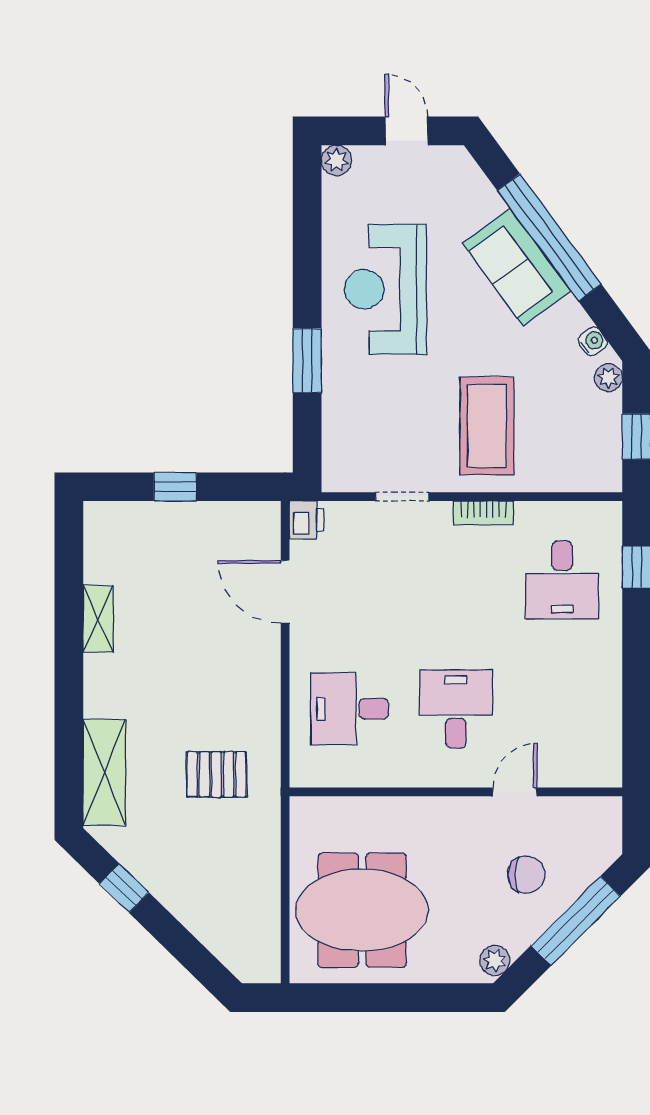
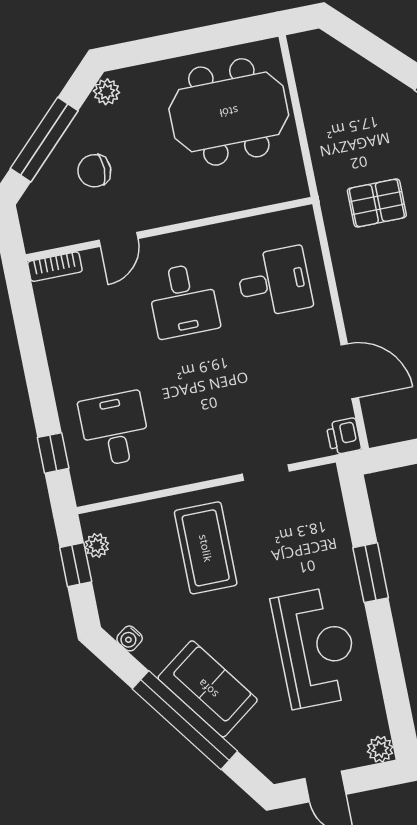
plant: (608, 378) -> (97, 545), moved
bookcase: (483, 513) -> (55, 267), moved, turned 180

